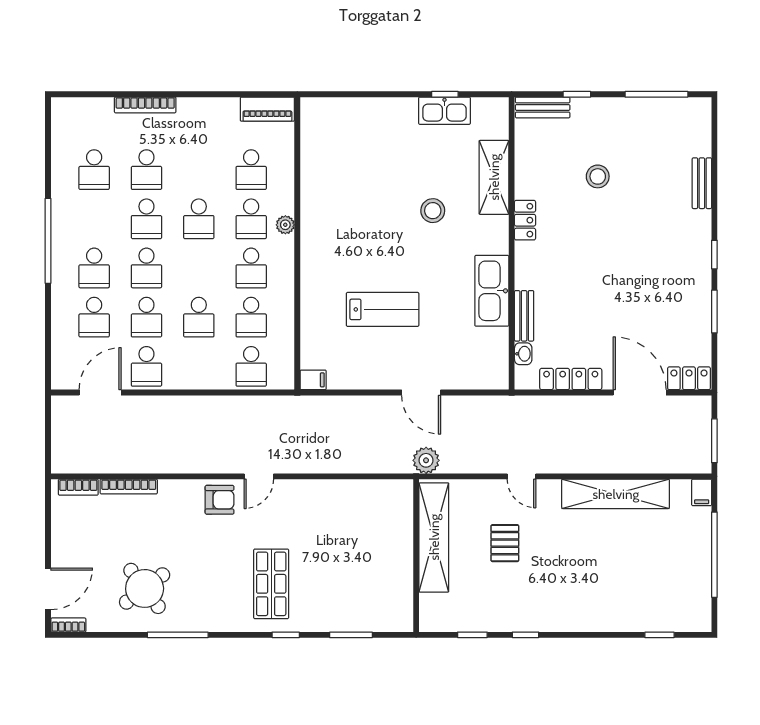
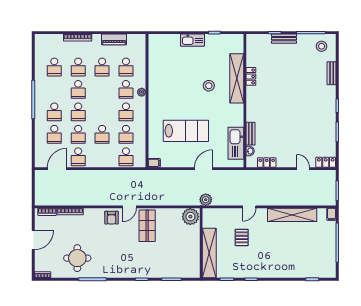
bench: (543, 107) -> (284, 39), moved
piano: (267, 109) -> (114, 39), moved
kitchen sink: (444, 111) -> (192, 40), moved
stool: (598, 176) -> (322, 46), moved
shelving: (494, 177) -> (237, 78), width x1.47
school desk: (199, 219) -> (102, 67), moved
locker: (525, 220) -> (251, 76), moved
kitchen sink: (492, 291) -> (236, 143), moved
lab bench: (383, 309) -> (186, 131), width x1.36, depth x1.39
locker: (571, 379) -> (267, 163), width x0.66
door: (421, 392) -> (203, 169), swing flipped
door: (640, 392) -> (303, 169), width x0.53
door: (522, 476) -> (249, 207), hinge flipped
plant: (392, 497) -> (190, 217), added
armchair: (220, 500) -> (112, 218), turned 90
shelving: (434, 537) -> (209, 253), moved
shop shelf: (271, 584) -> (147, 226), moved
round table: (145, 588) -> (77, 258), turned 37
door: (48, 589) -> (33, 240), moved

